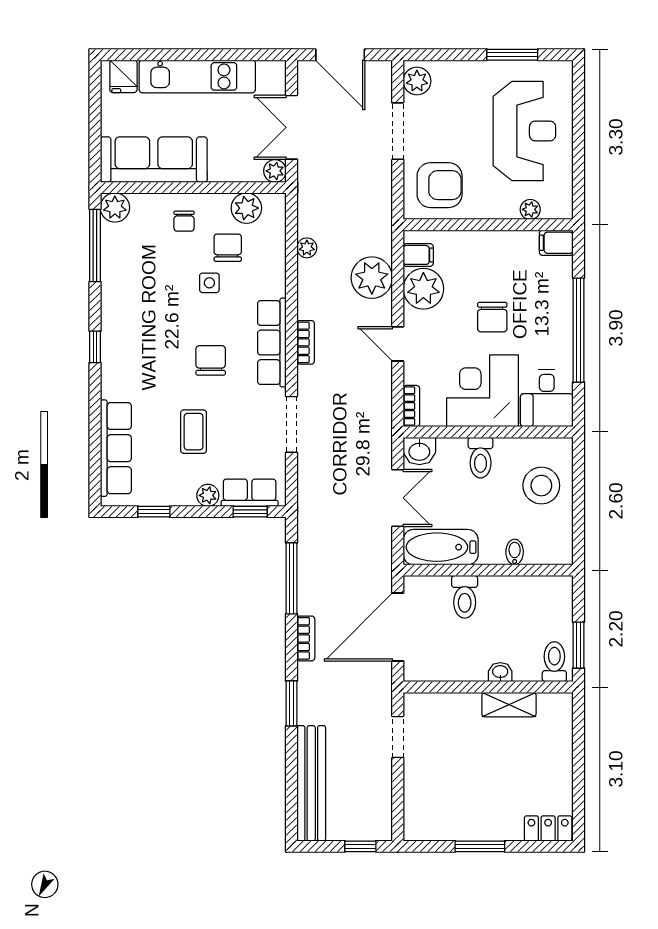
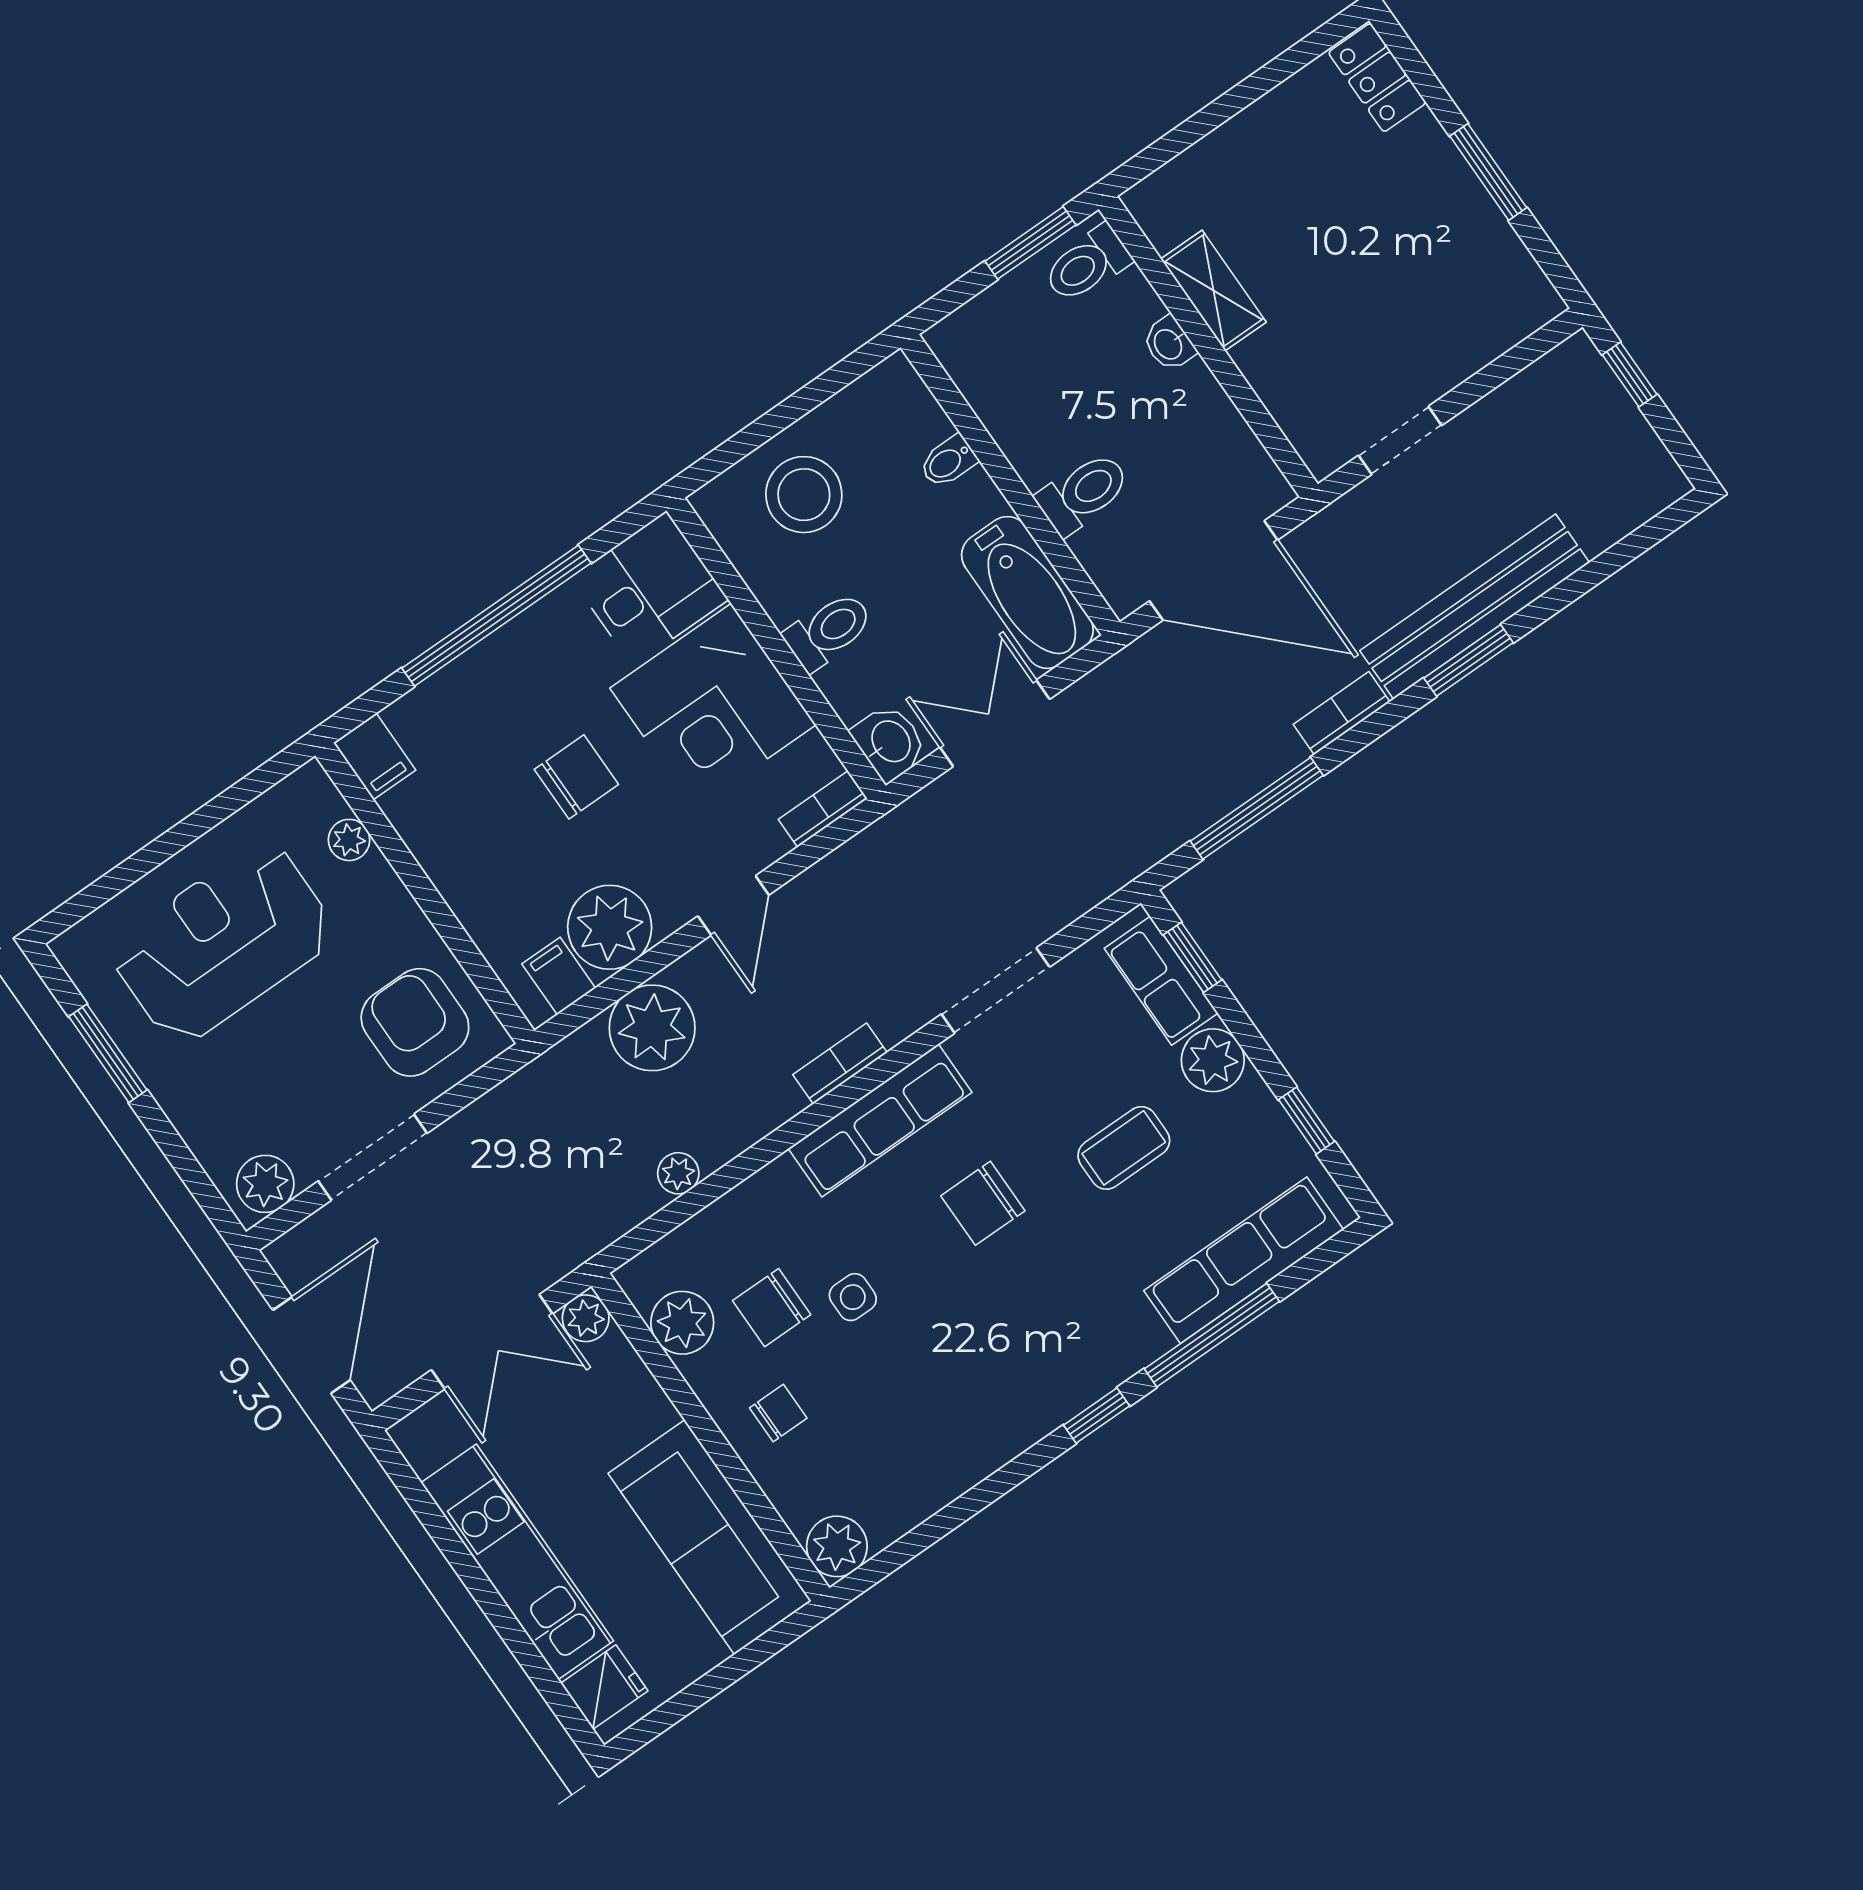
window: (95, 246) -> (1212, 1335), moved
plant: (208, 495) -> (1213, 1060), width x1.38, depth x1.38
bench: (311, 783) -> (1475, 607), moved

